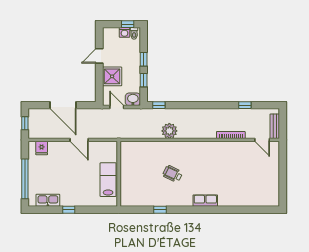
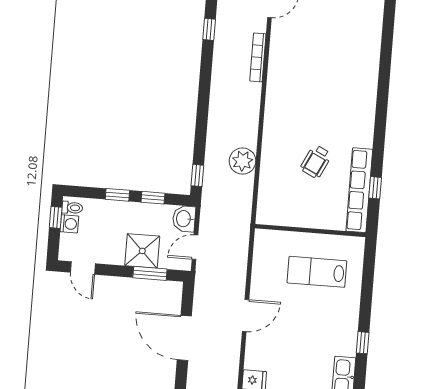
door: (99, 56) -> (83, 268), moved
window: (99, 82) -> (150, 273), added
door: (63, 105) -> (184, 338), swing flipped
wall: (119, 174) -> (310, 231), moved
row of seats: (205, 201) -> (359, 190), moved, width x2.02

